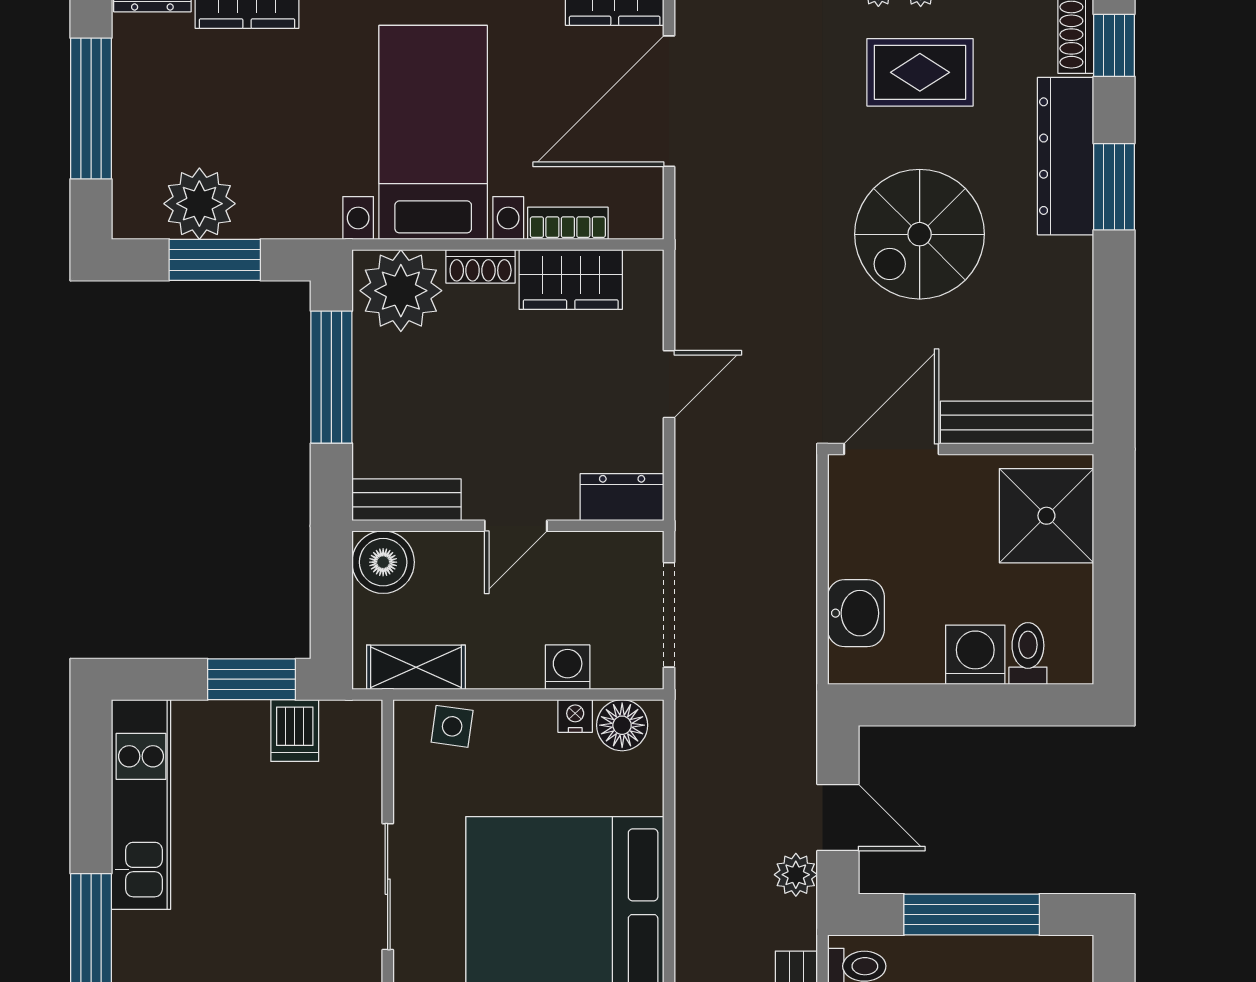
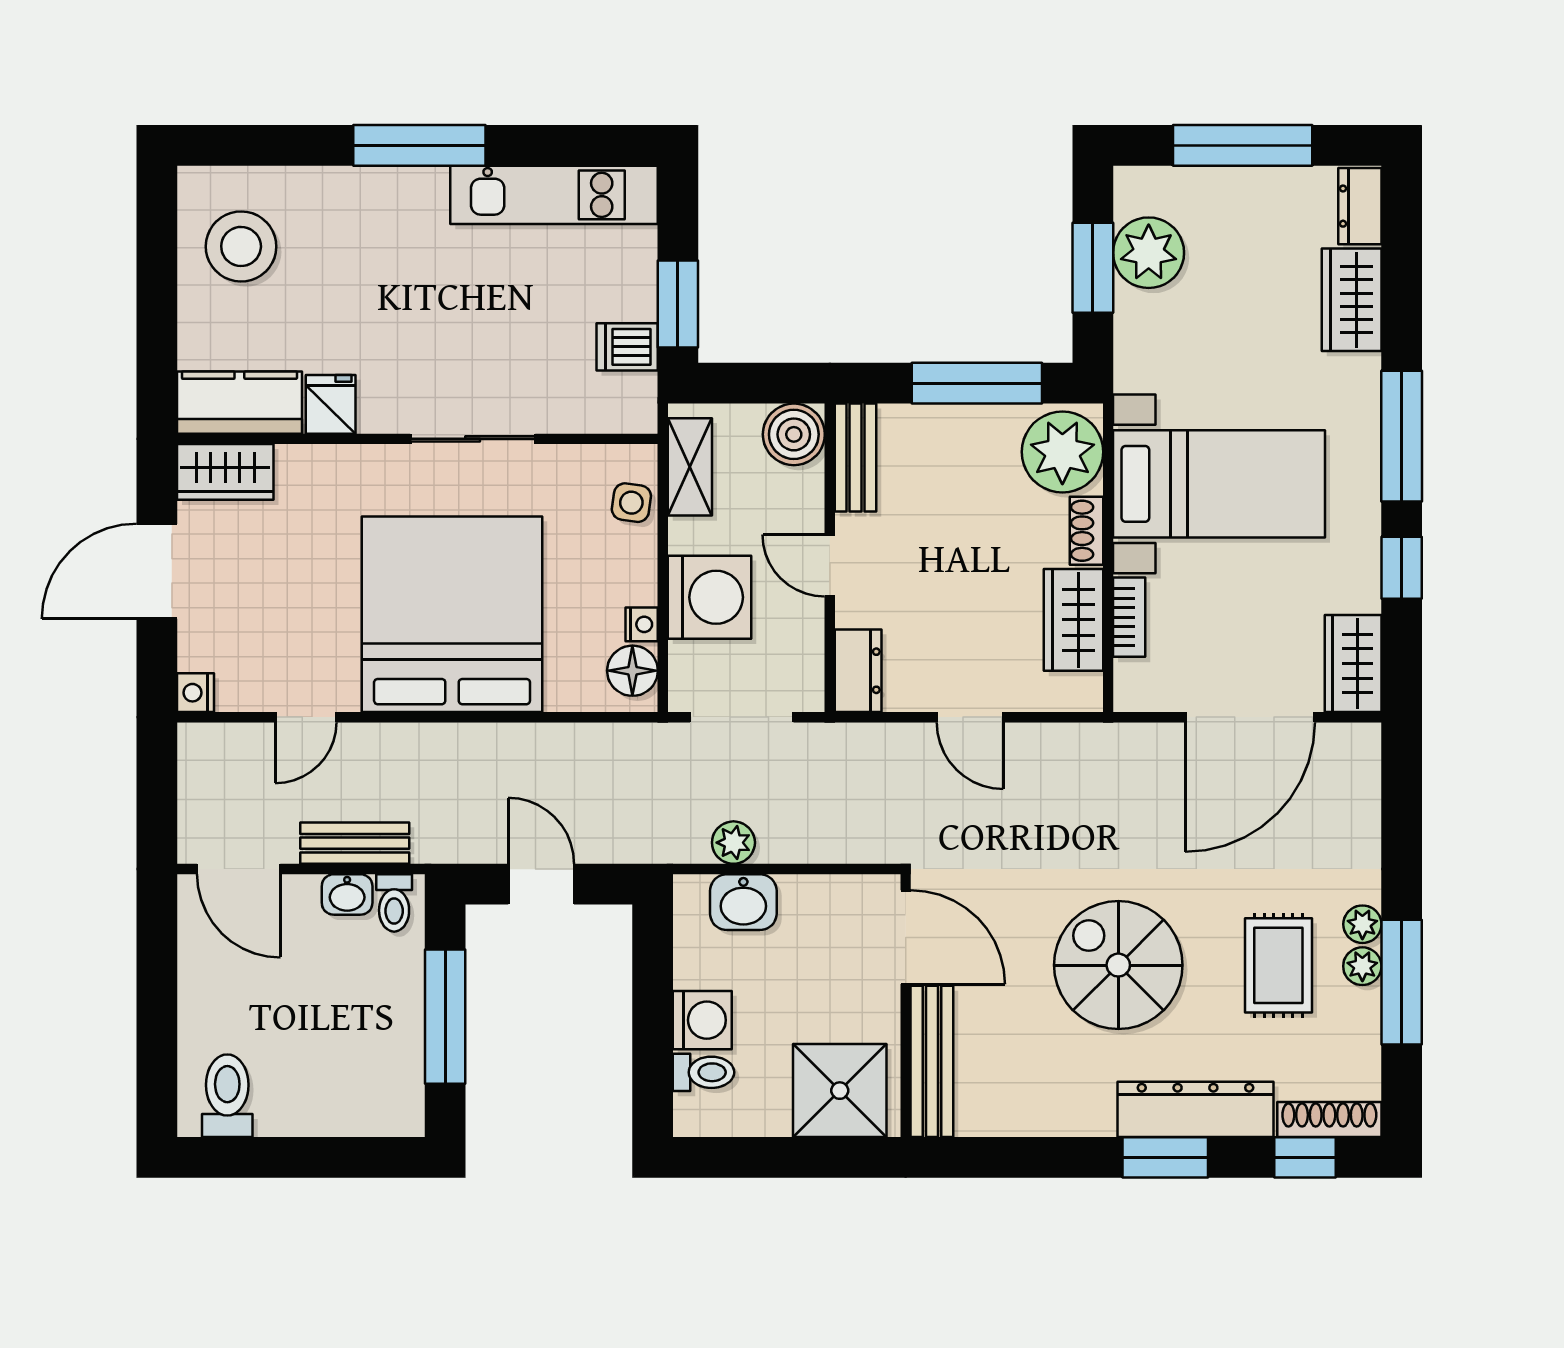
door: (669, 101) -> (1250, 717), swing flipped
washing machine: (568, 667) -> (709, 597), width x1.89, depth x1.89
door: (838, 818) -> (541, 884), swing flipped
plant: (796, 875) -> (733, 843), moved

